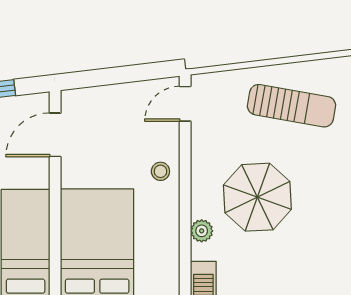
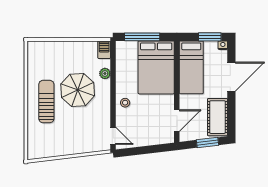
door: (185, 104) -> (113, 136), hinge flipped
sun lounger: (292, 106) -> (46, 102), moved, turned 80

